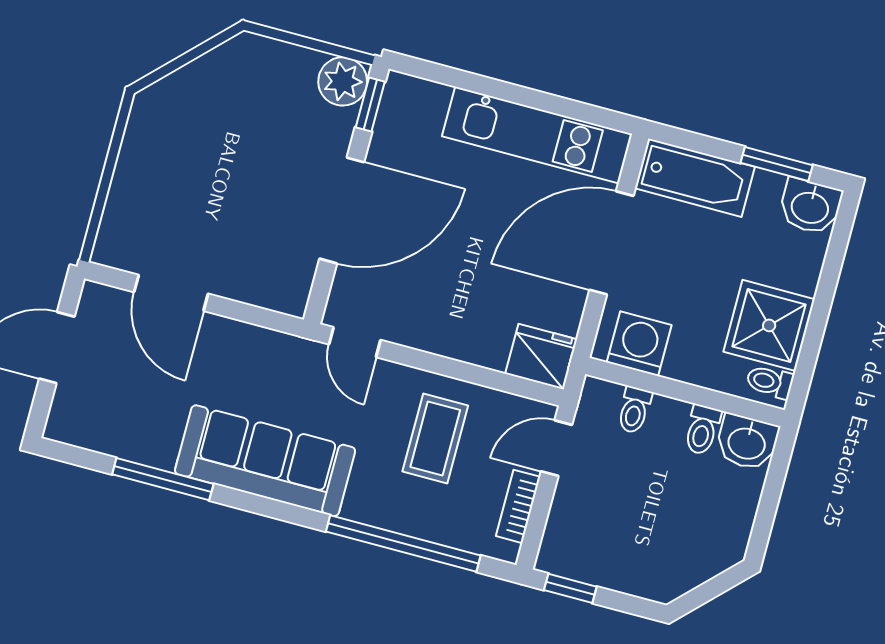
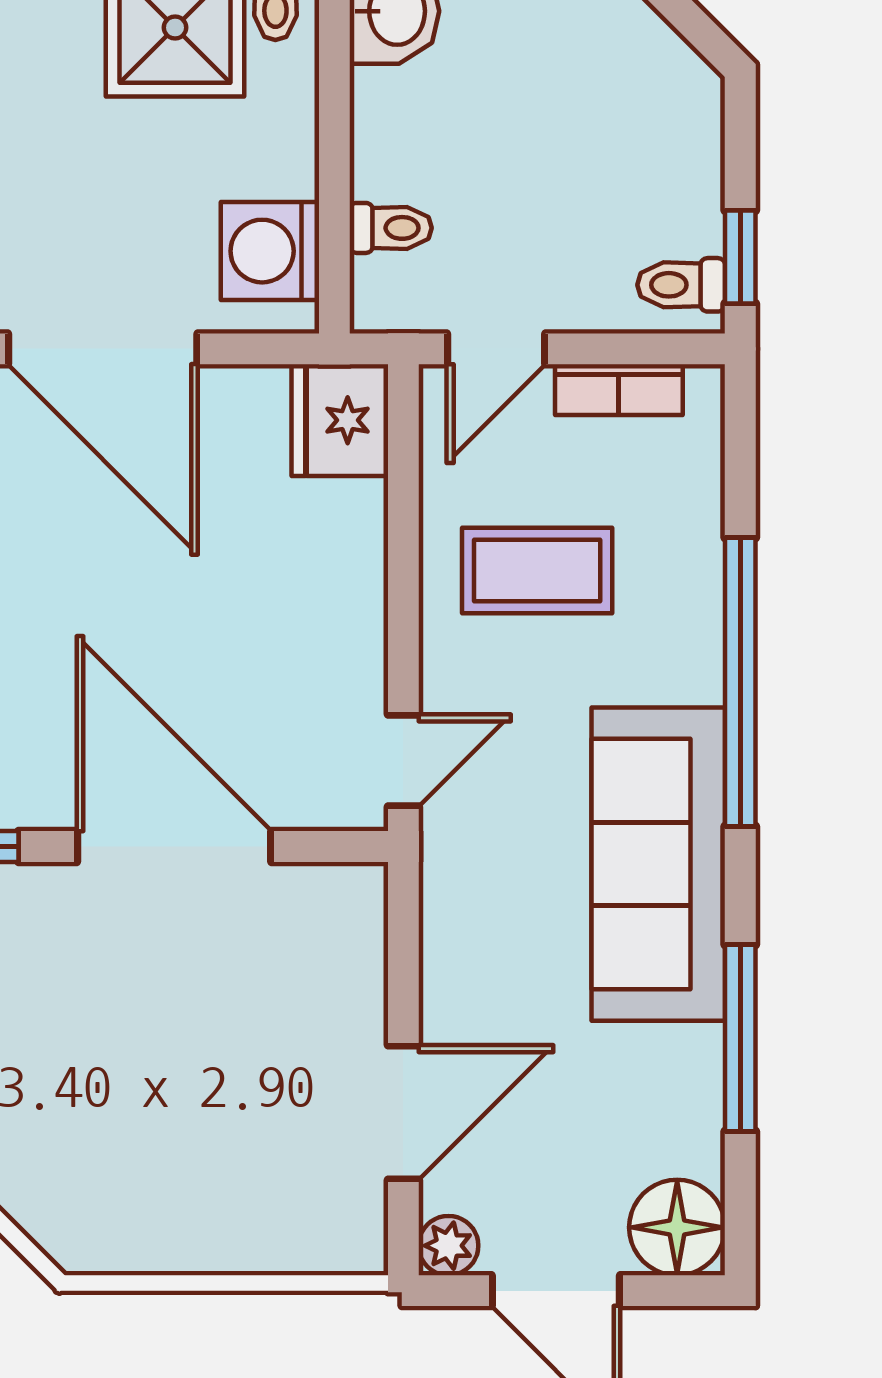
plant: (95, 298) -> (448, 1246), added
floor lamp: (73, 420) -> (677, 1227), added
toilet: (702, 430) -> (681, 285), moved, turned 180
door: (557, 448) -> (496, 349), hinge flipped
window: (403, 544) -> (740, 682), moved

